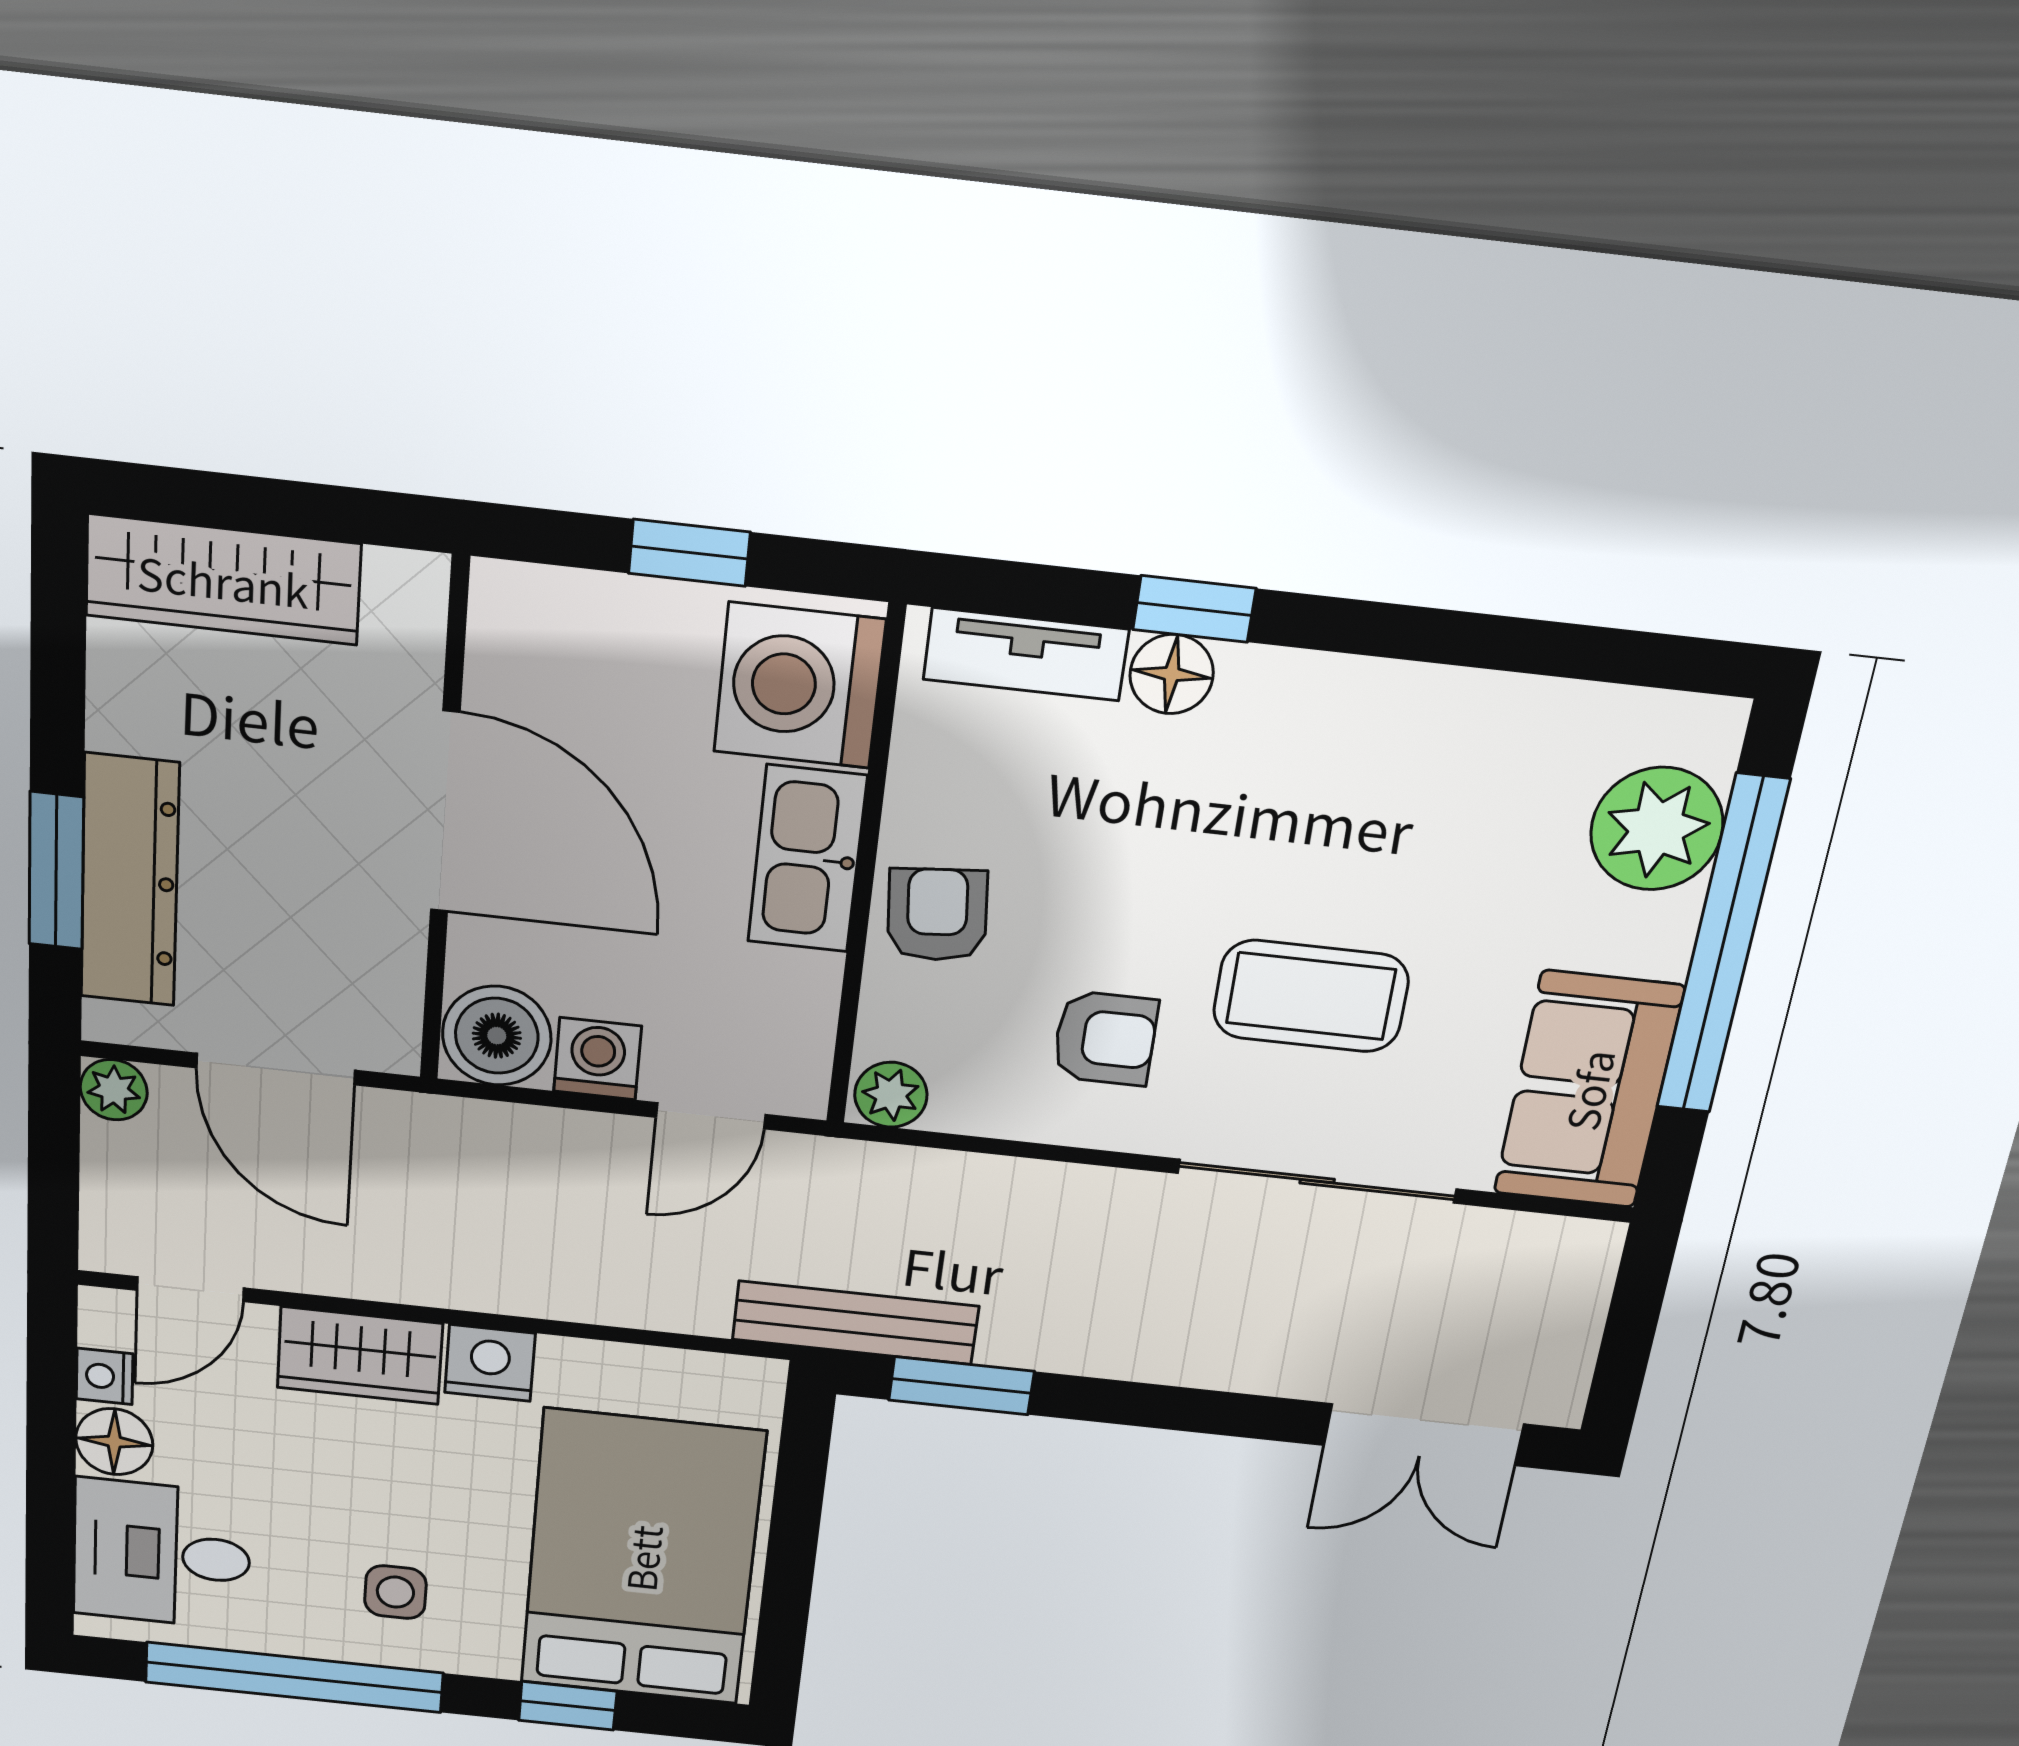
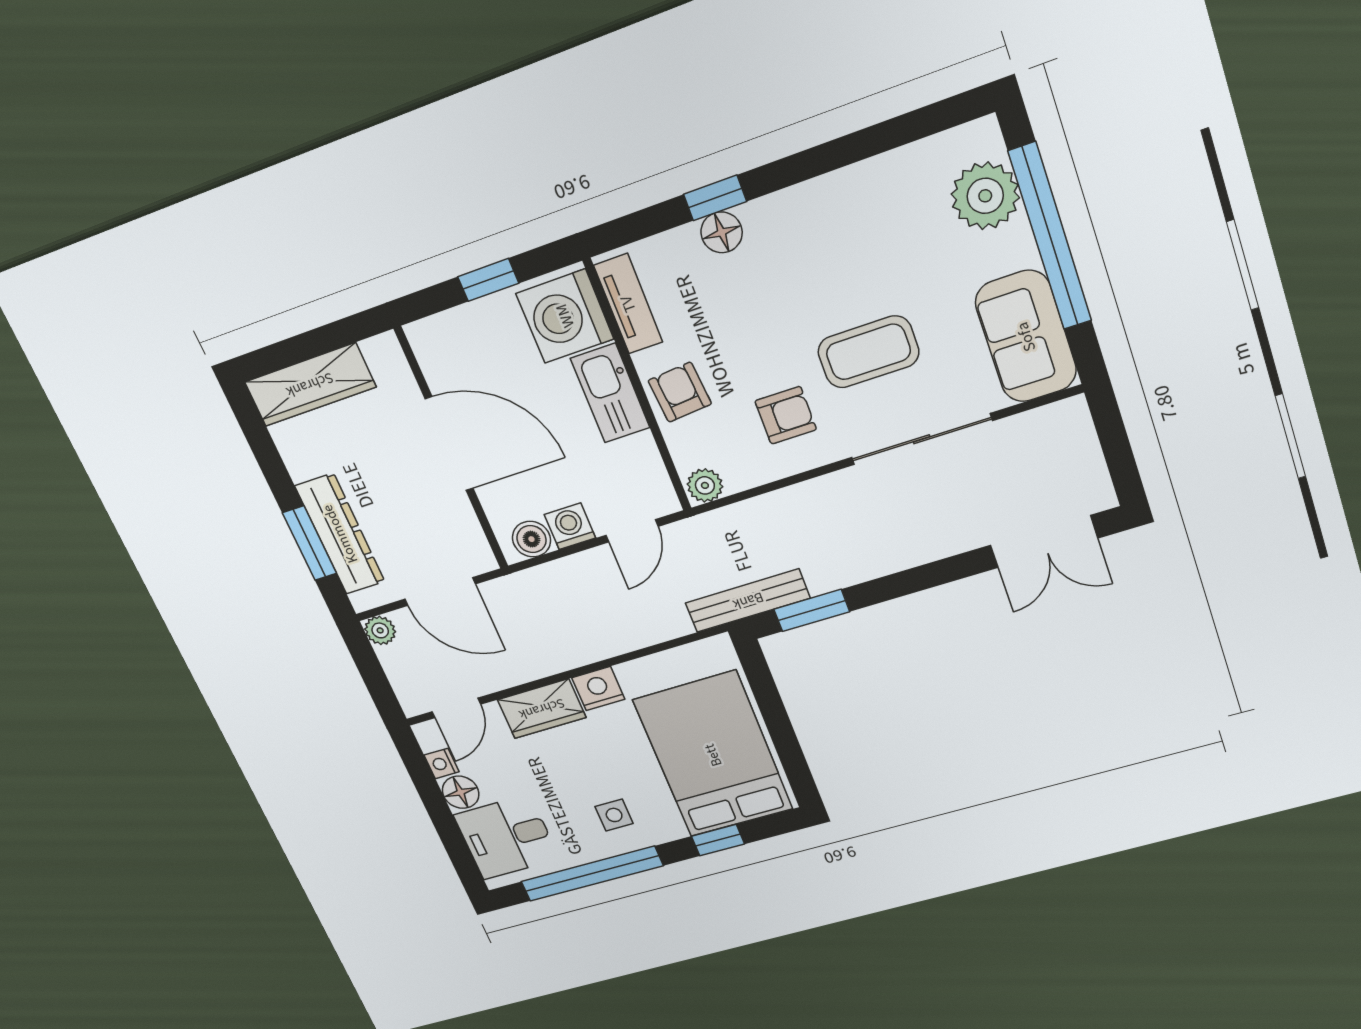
tv unit: (1026, 654) -> (628, 304), moved, turned -90
boiler: (497, 1036) -> (531, 539), width x0.73, depth x0.73

